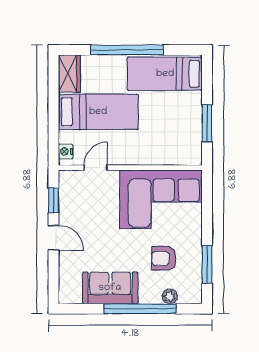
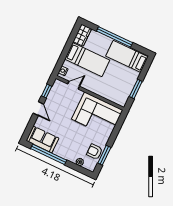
armchair: (164, 258) -> (95, 152), moved
sofa: (110, 288) -> (42, 139), moved
window: (140, 309) -> (49, 154), moved

